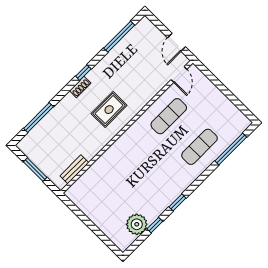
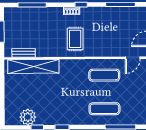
rug: (109, 110) -> (75, 39), turned 90
shelving: (96, 173) -> (33, 66), added

